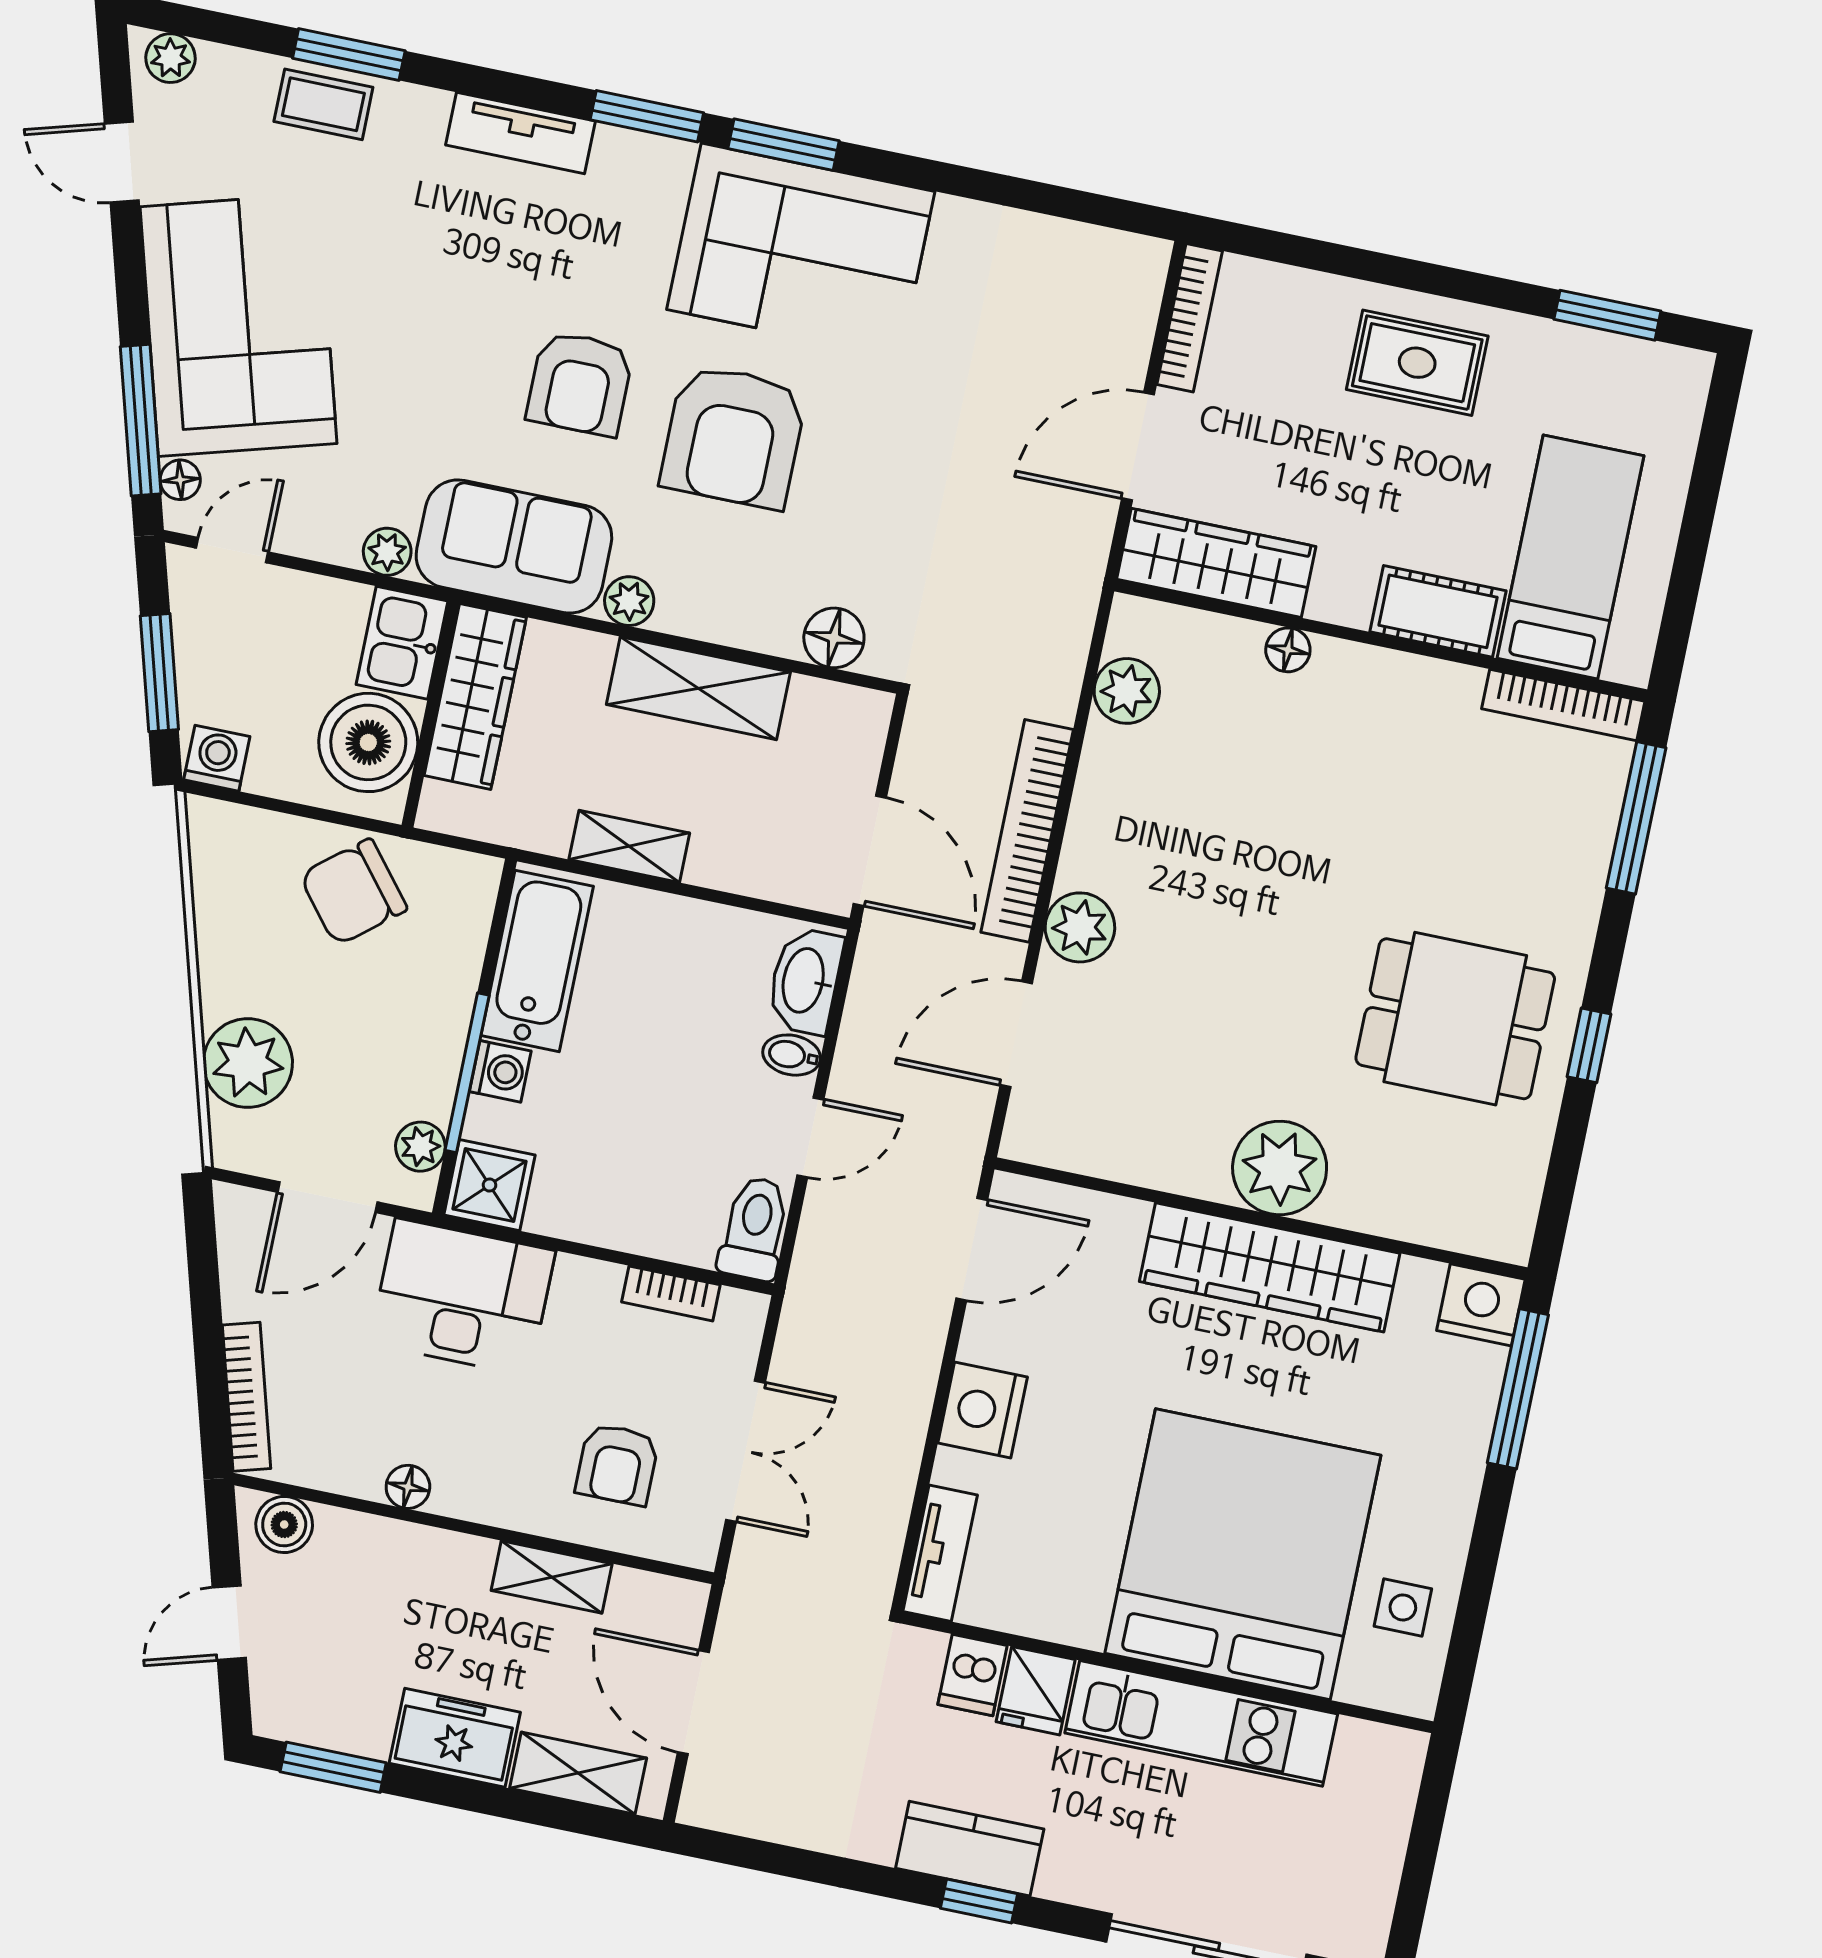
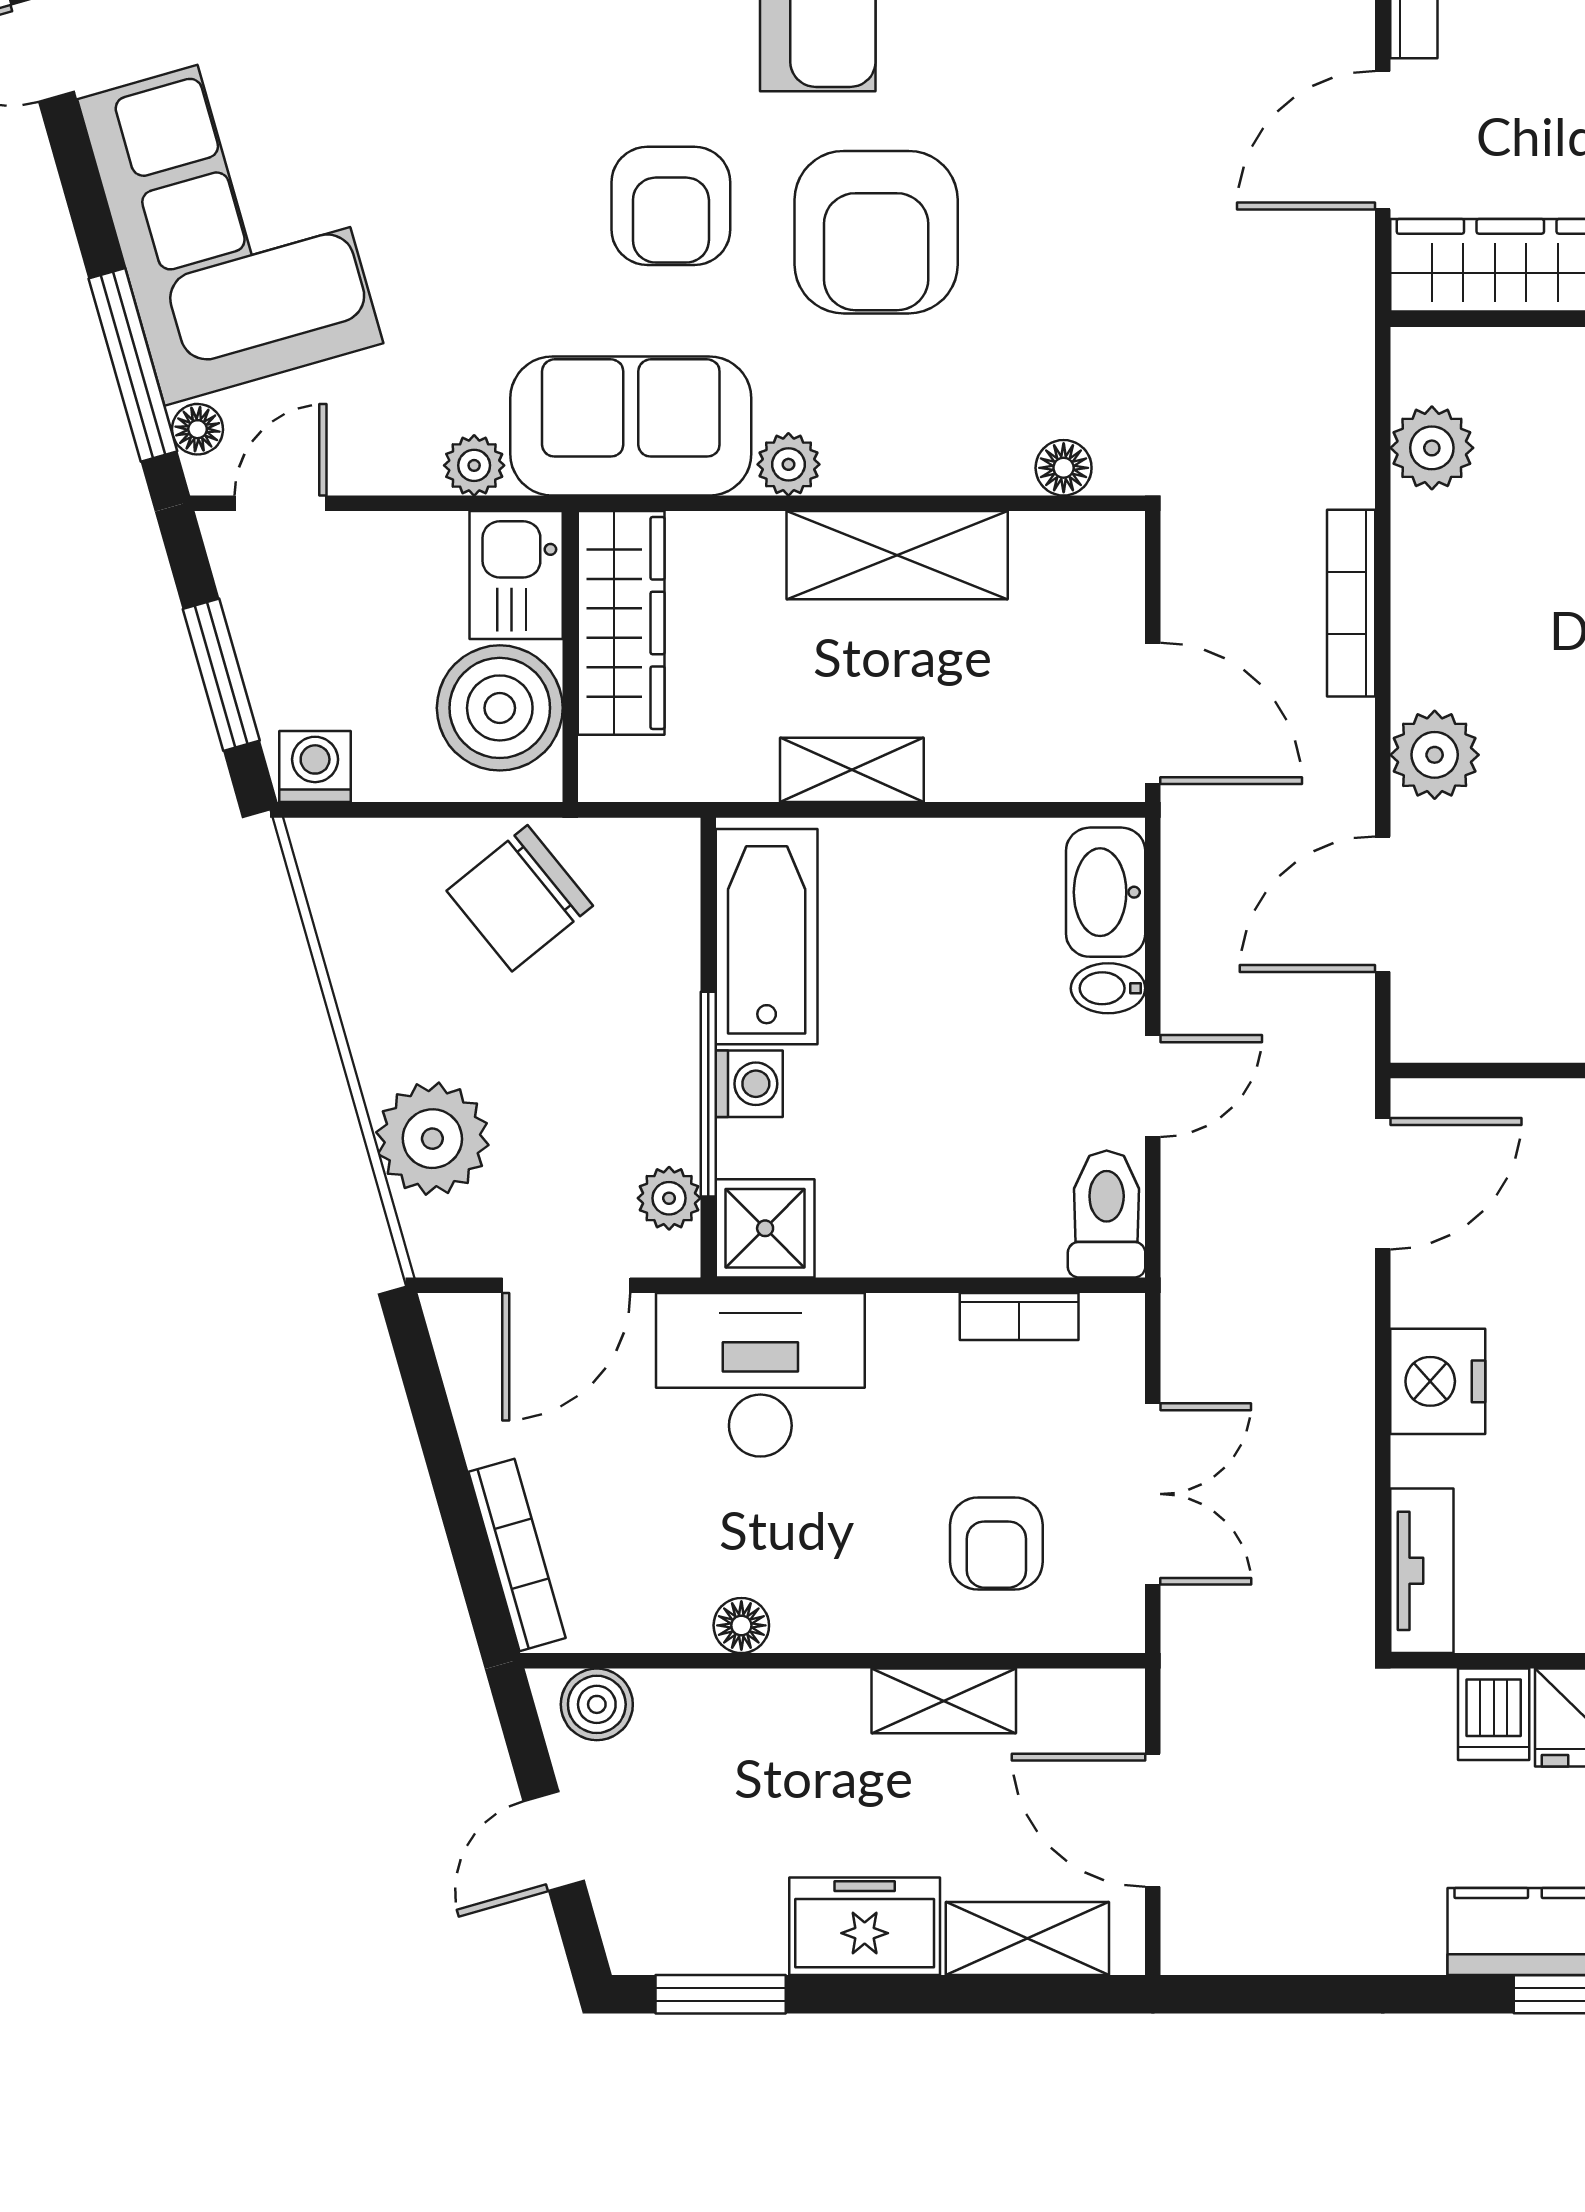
floor lamp: (834, 638) -> (1064, 468), width x0.73, depth x0.73
bookcase: (1027, 831) -> (1351, 603), width x0.68, depth x0.76

